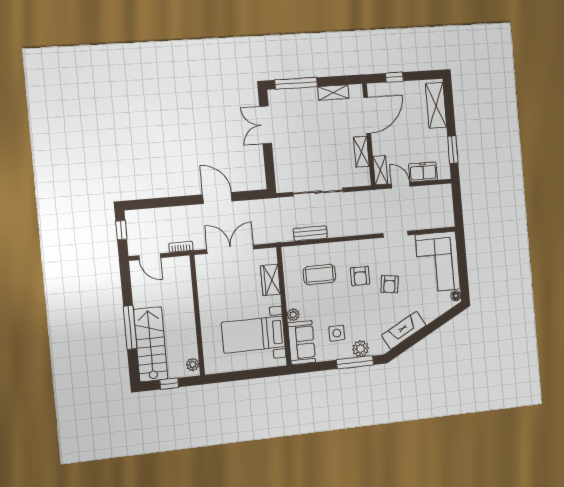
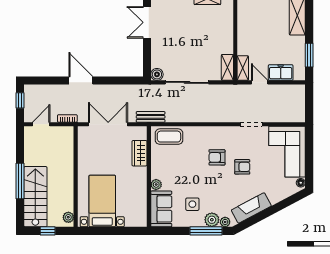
door: (367, 115) -> (235, 20), removed
shelving: (361, 152) -> (227, 67), moved
boiler: (283, 185) -> (157, 74), added
door: (217, 198) -> (81, 80), moved
bench: (310, 233) -> (151, 117), moved
door: (150, 257) -> (41, 124), swing flipped
coffee table: (319, 275) -> (169, 137), moved
armchair: (360, 276) -> (217, 157), turned 90
armchair: (390, 284) -> (242, 167), turned -98
bed with nightstands: (253, 335) -> (102, 201), moved, turned 90
plant: (376, 350) -> (225, 222), added

